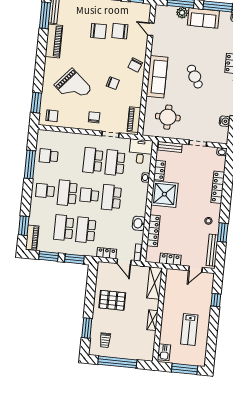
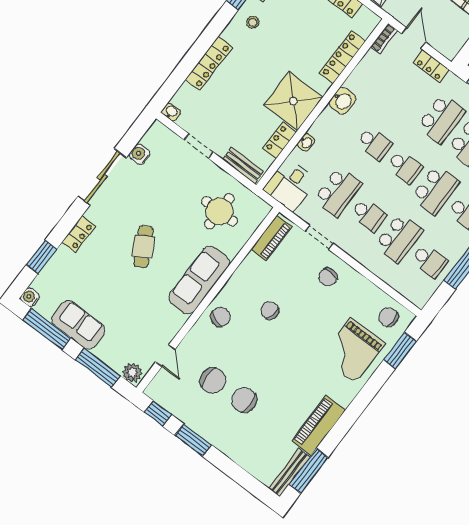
plant: (182, 13) -> (132, 373), moved
grand piano: (73, 87) -> (353, 350), moved, turned -131
school desk: (71, 158) -> (399, 238), added
school desk: (93, 160) -> (368, 215), width x0.54
school desk: (111, 197) -> (374, 144), width x0.54
washbasin: (139, 223) -> (342, 101), moved

